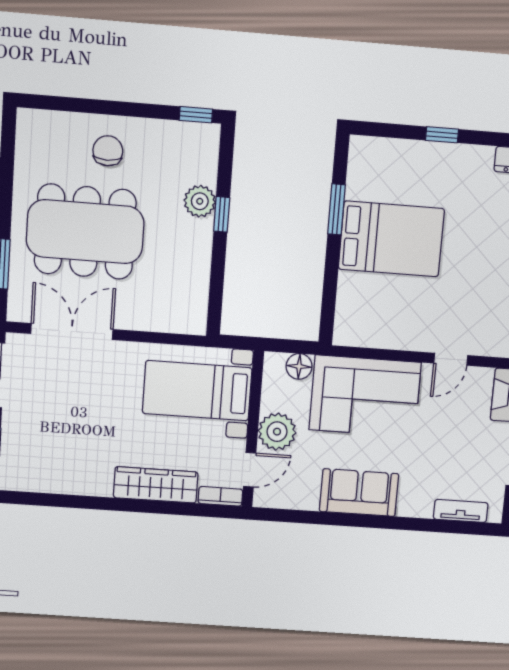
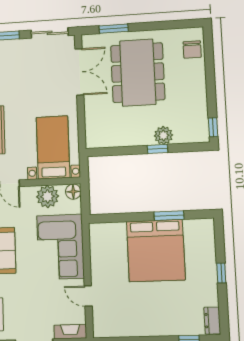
chair: (108, 151) -> (192, 49), moved, turned 90
bed: (391, 239) -> (156, 251), width x1.36
floor lamp: (299, 366) -> (73, 192), moved
plant: (277, 432) -> (48, 196), moved

